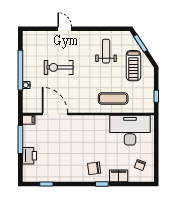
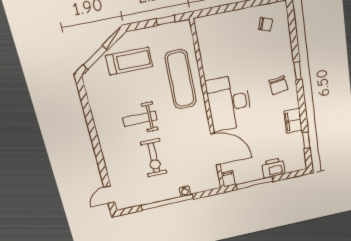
door: (65, 29) -> (109, 195), moved
weight bench: (106, 51) -> (140, 119), moved
exercise mat: (113, 98) -> (181, 80), width x1.36, depth x1.45
door: (55, 114) -> (215, 149), swing flipped
desk: (130, 130) -> (229, 103), moved
filing cabinet: (119, 176) -> (293, 121), moved

